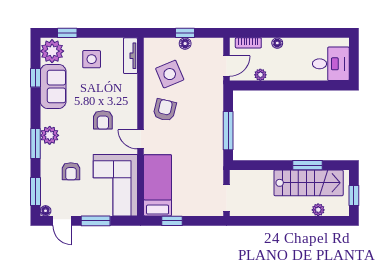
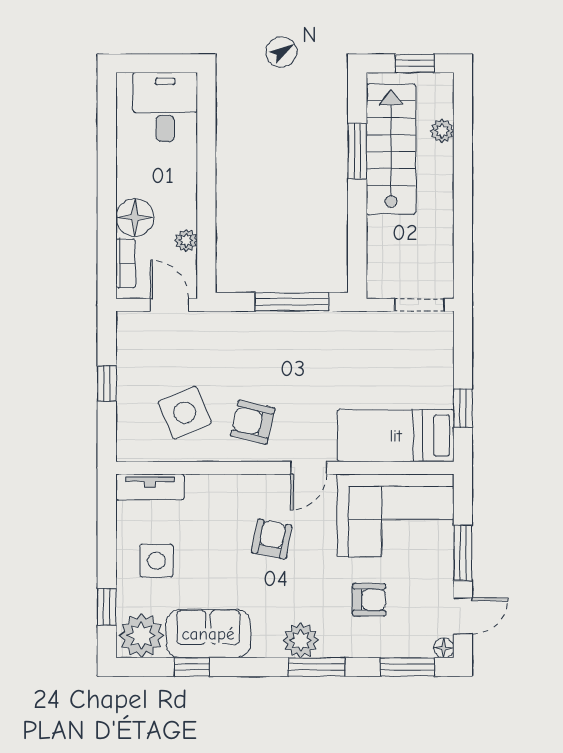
floor lamp: (277, 43) -> (135, 218), width x1.89, depth x1.89
floor lamp: (185, 44) -> (127, 383), removed
armchair: (103, 120) -> (272, 539), turned -79

